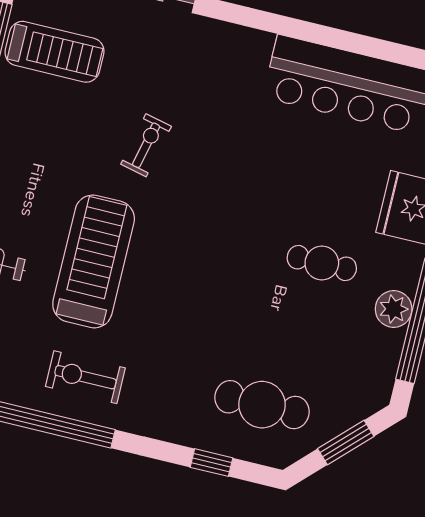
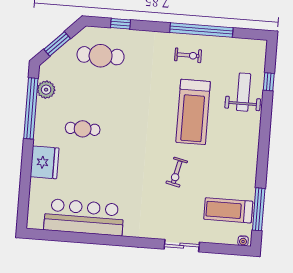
plant: (394, 309) -> (46, 90), moved
exercise bike: (85, 377) -> (188, 55), width x0.73, depth x0.72

